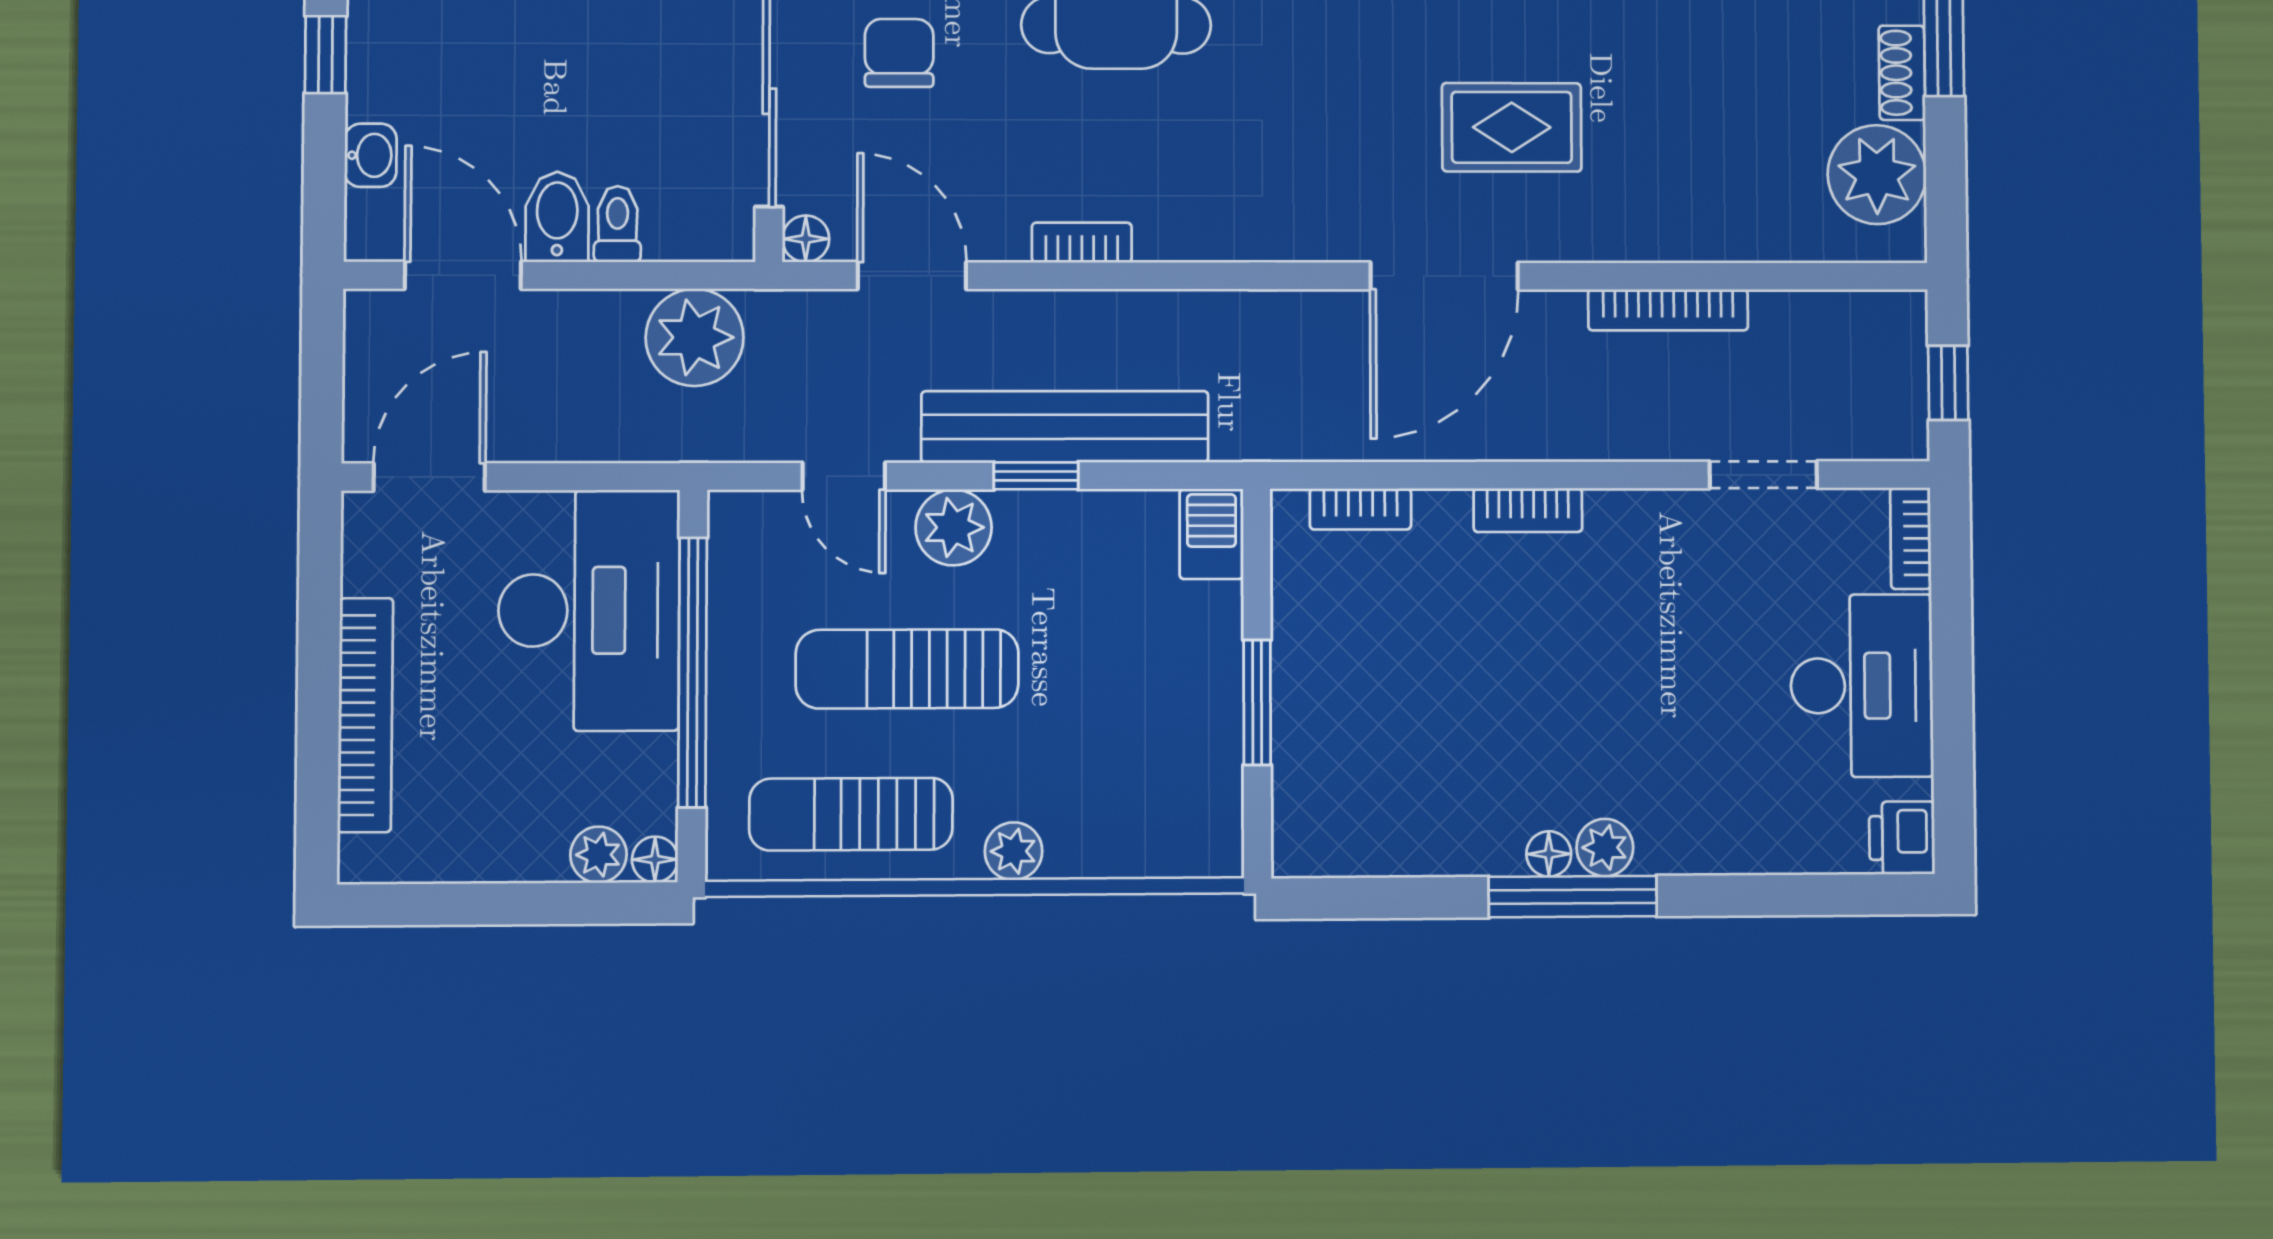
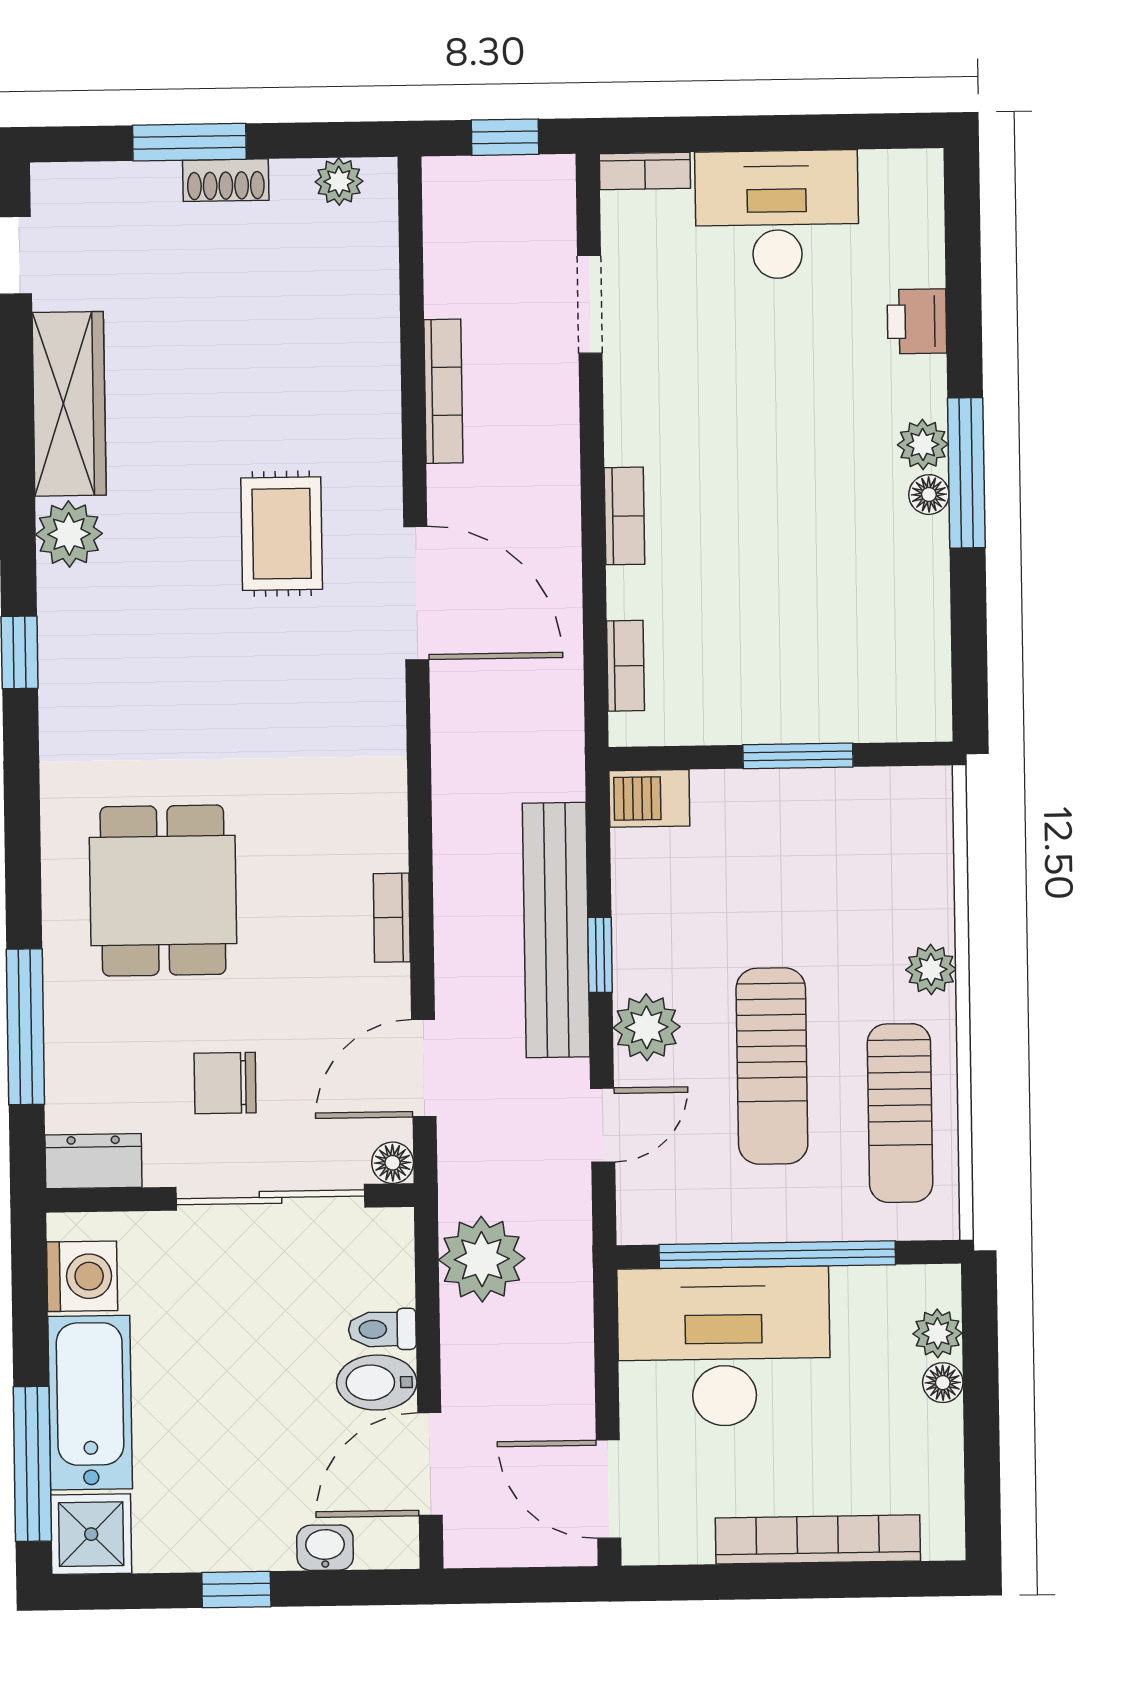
plant: (1877, 175) -> (339, 181), width x0.53, depth x0.53
printer: (1902, 838) -> (917, 321), moved, turned 90
floor lamp: (655, 859) -> (943, 1383), moved

